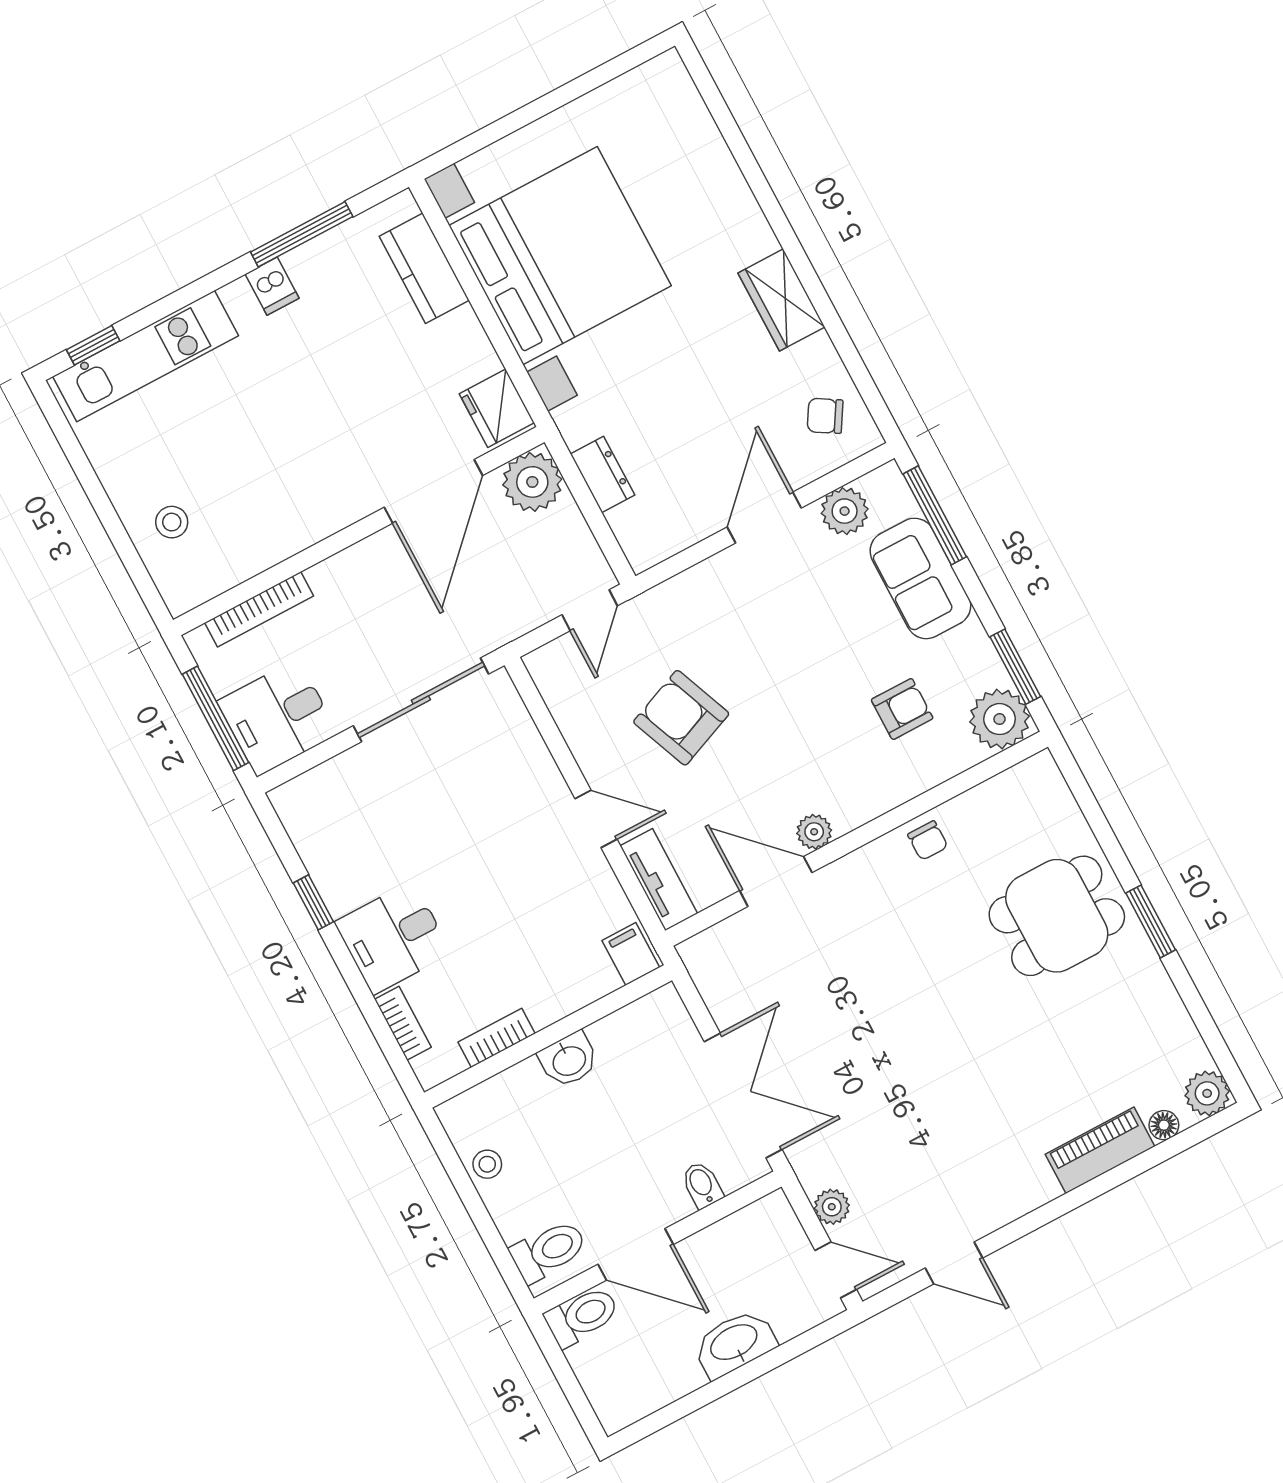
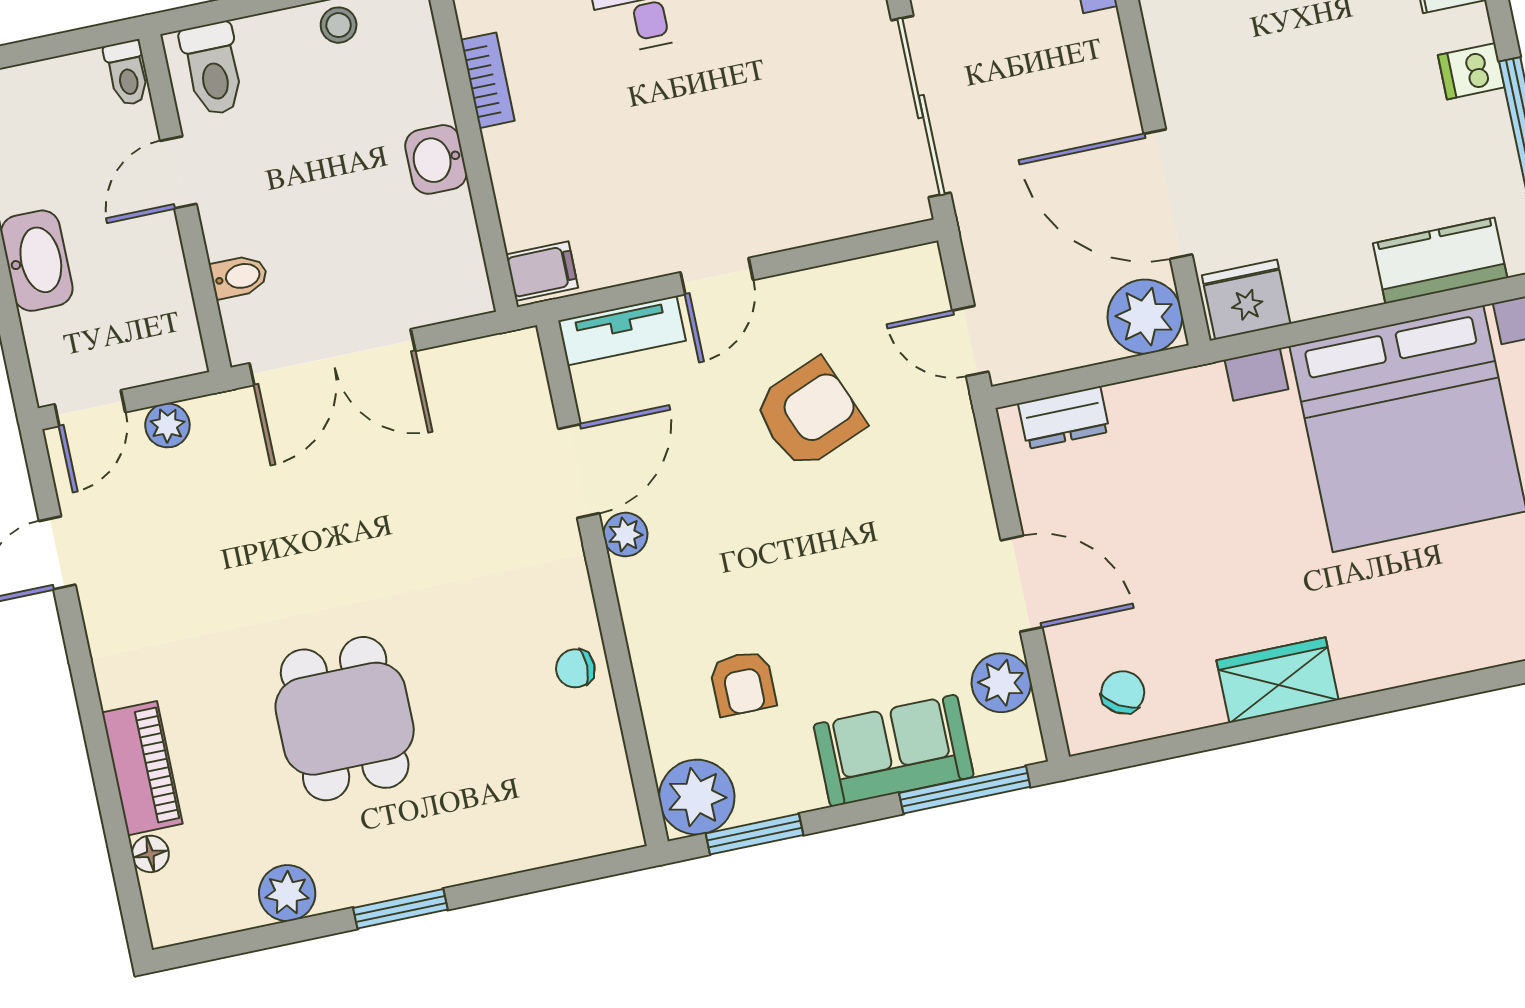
dresser: (602, 475) -> (1064, 418), moved
dining table: (1057, 916) -> (345, 719), moved
plant: (1207, 1093) -> (287, 893), moved
door: (636, 1254) -> (178, 172), width x0.73
toilet: (582, 1316) -> (127, 73), width x0.73, depth x0.72

